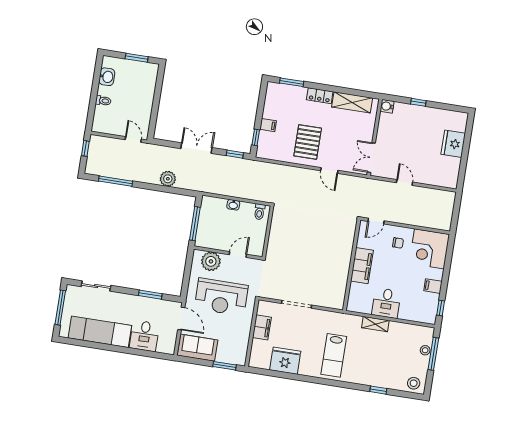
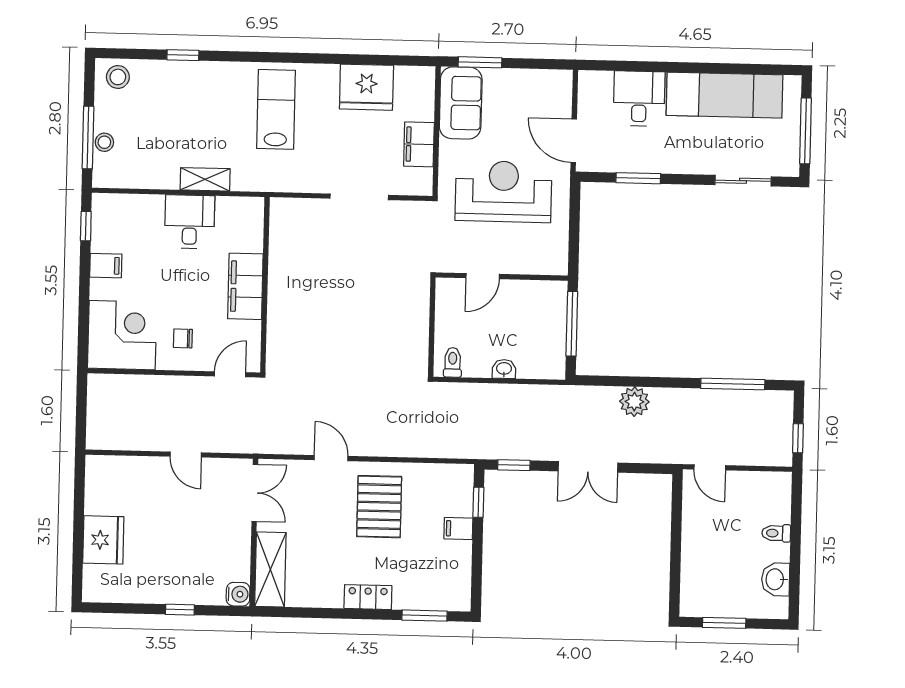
shelving: (352, 102) -> (270, 569), moved, turned 90
plant: (211, 261) -> (532, 256), removed
sofa: (198, 348) -> (461, 103), moved, turned -90

